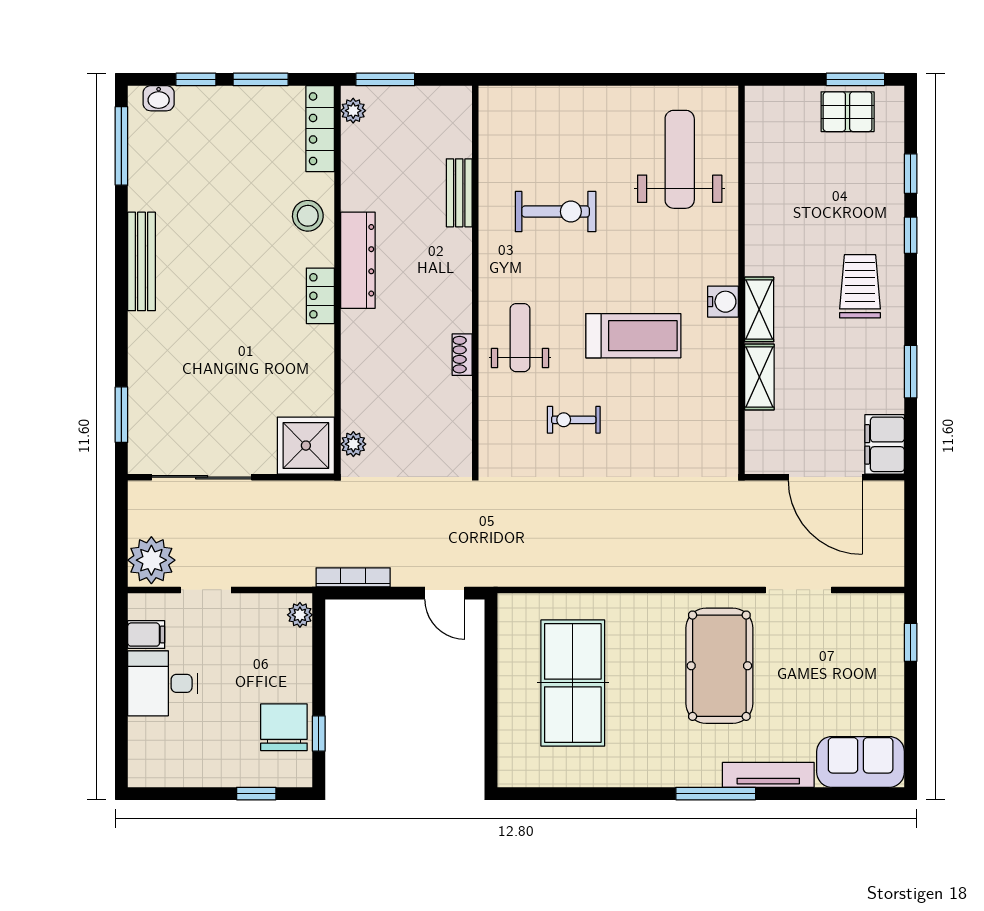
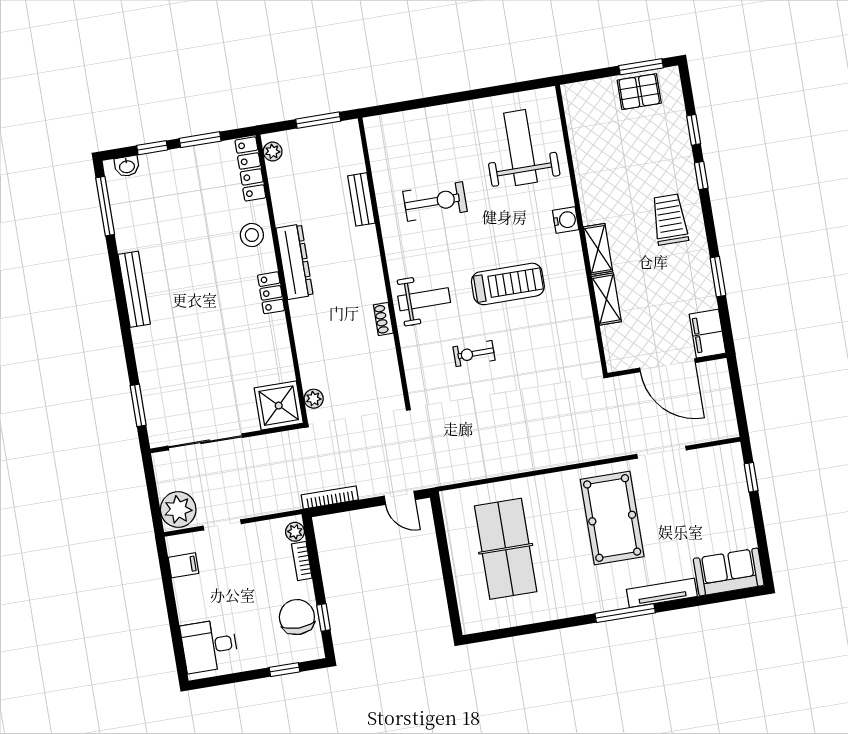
window: (385, 79) -> (318, 120), moved
water cooler: (723, 302) -> (566, 220), moved
weight bench: (520, 338) -> (424, 299), turned 90
bookcase: (303, 655) -> (302, 561), added
desk: (163, 683) -> (209, 646), moved

